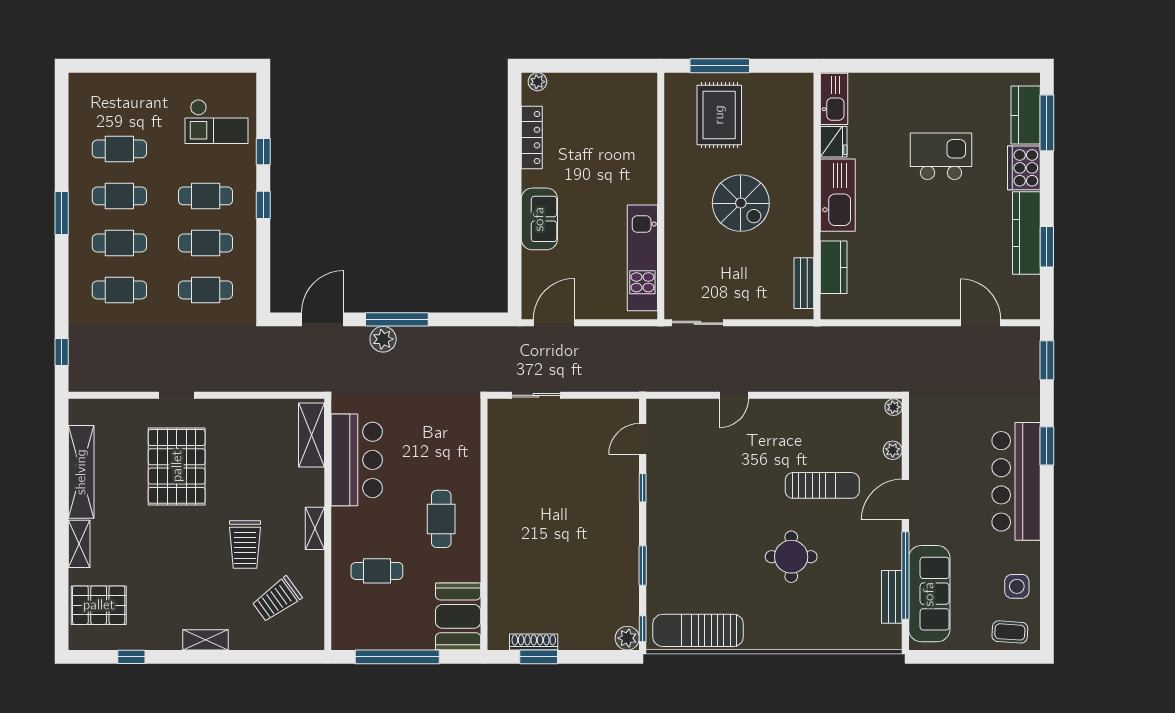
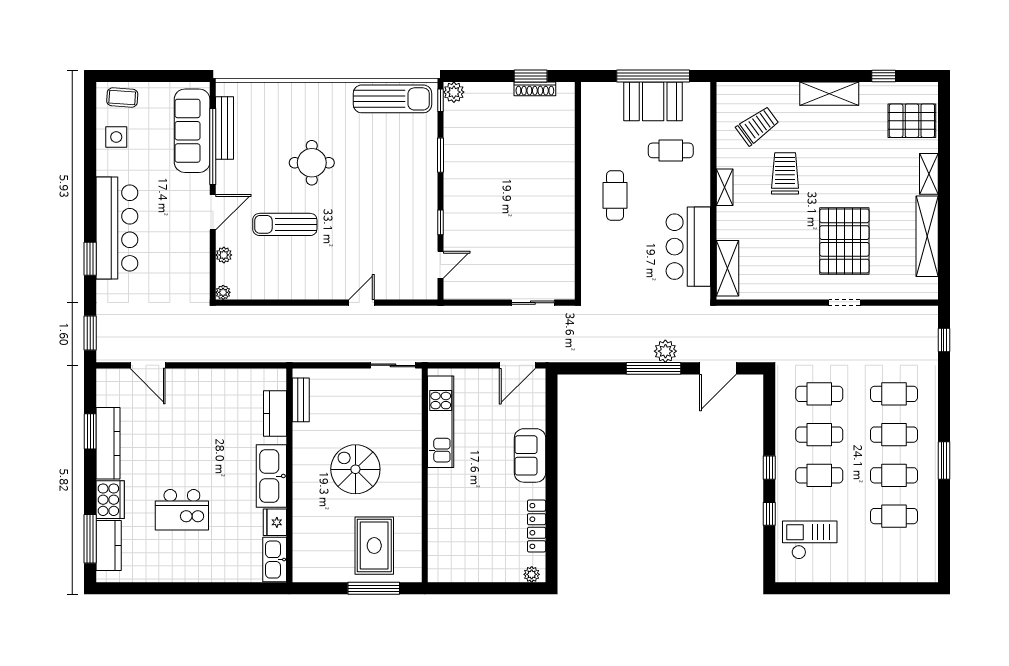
bench: (892, 597) -> (225, 128), width x1.36
booth: (458, 616) -> (653, 101), moved, turned 90
shelving: (205, 640) -> (829, 94), width x1.50, depth x1.33

